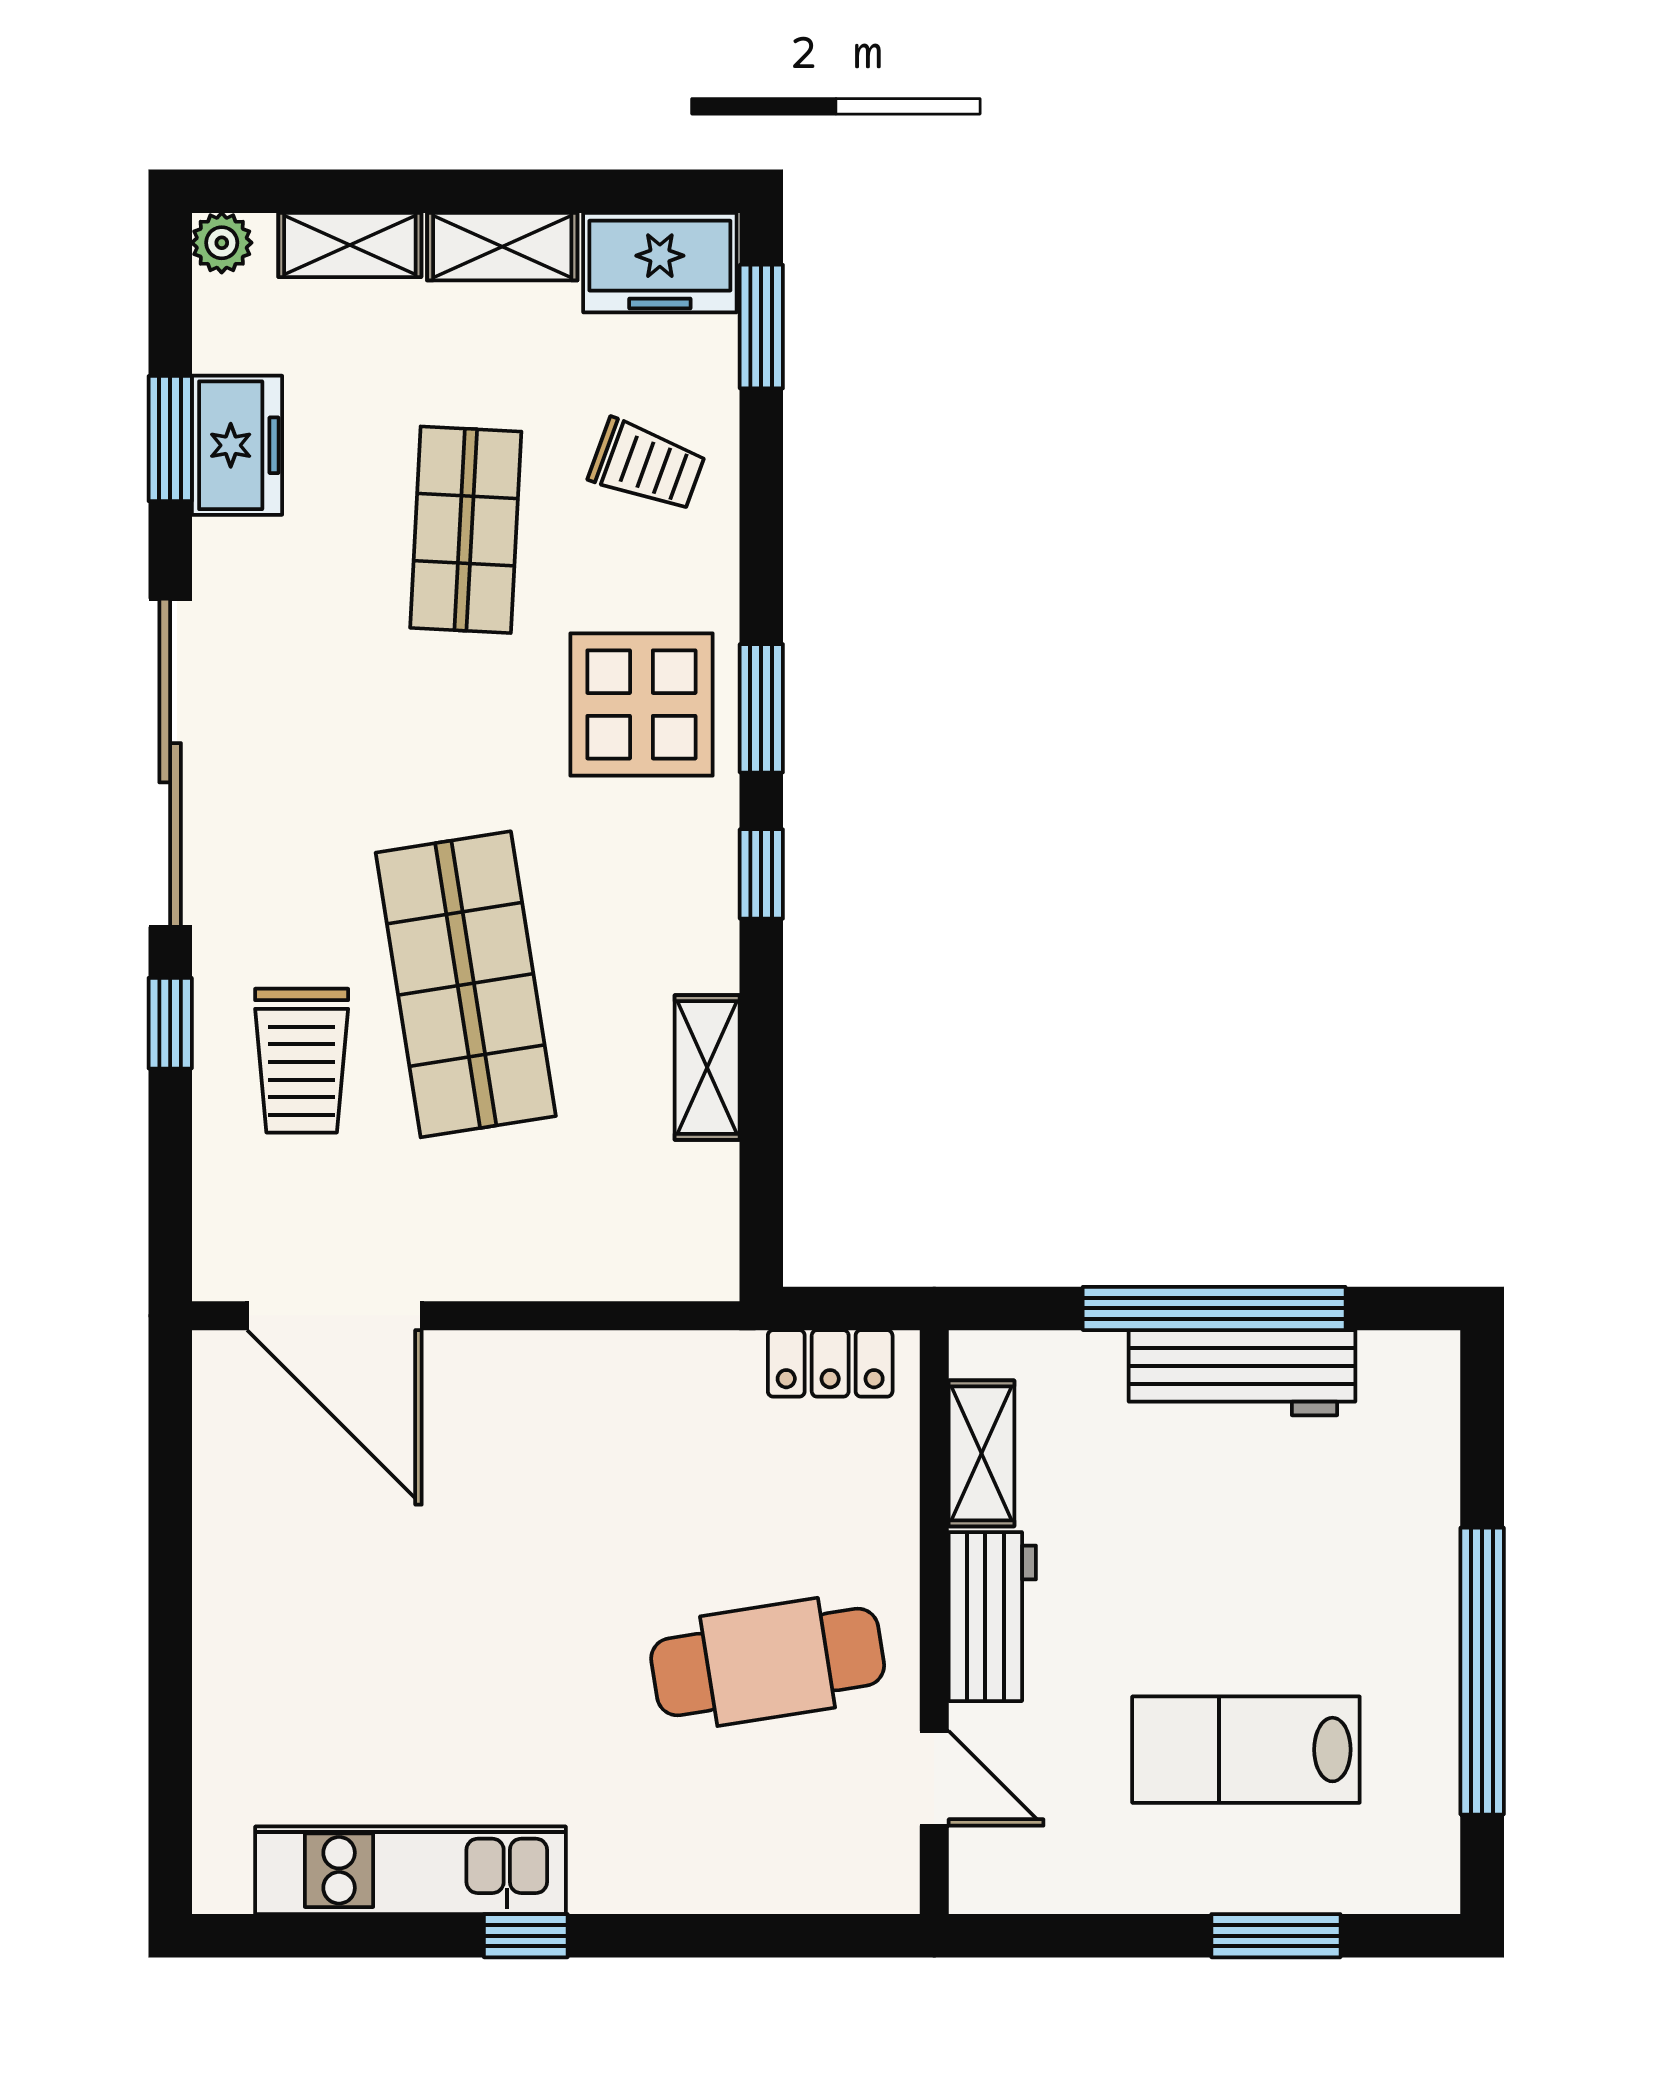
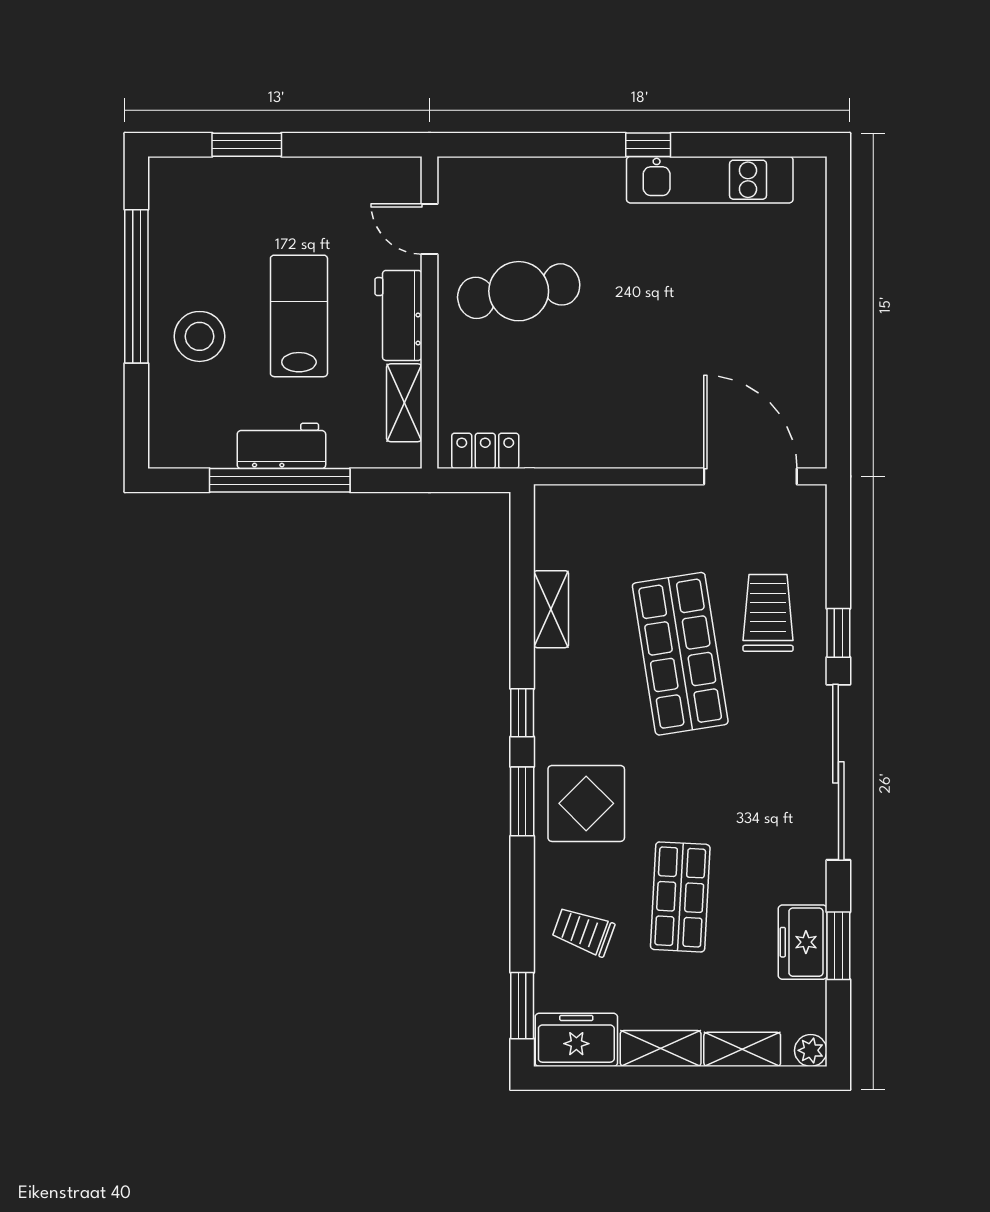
workbench: (1242, 1373) -> (281, 446), width x0.73
stool: (1364, 1577) -> (200, 336), added
lab bench: (1246, 1750) -> (299, 316), moved, turned -90

